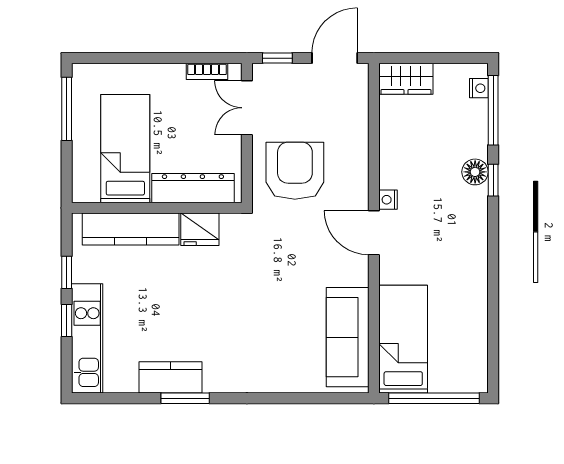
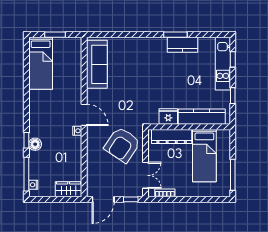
armchair: (295, 171) -> (122, 145), turned 34
window: (67, 320) -> (233, 59), moved
bed: (403, 339) -> (41, 63), moved
window: (434, 398) -> (55, 35), width x0.47

